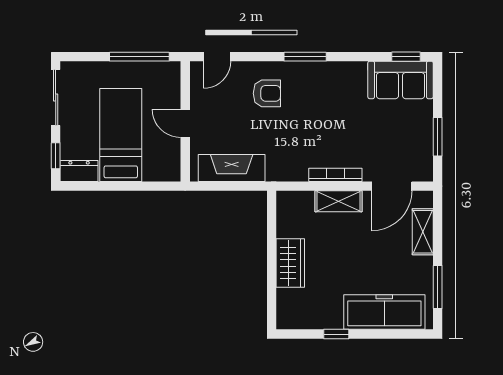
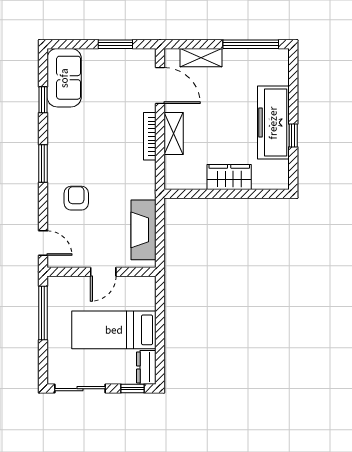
window: (406, 57) -> (43, 100), moved
window: (438, 287) -> (251, 44), width x1.44
freezer: (384, 312) -> (273, 123), moved

